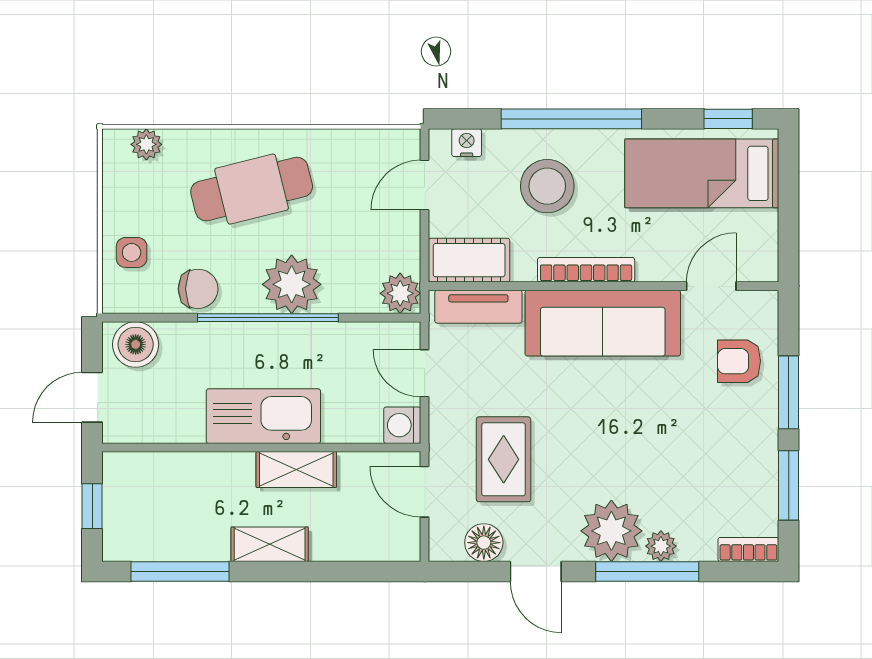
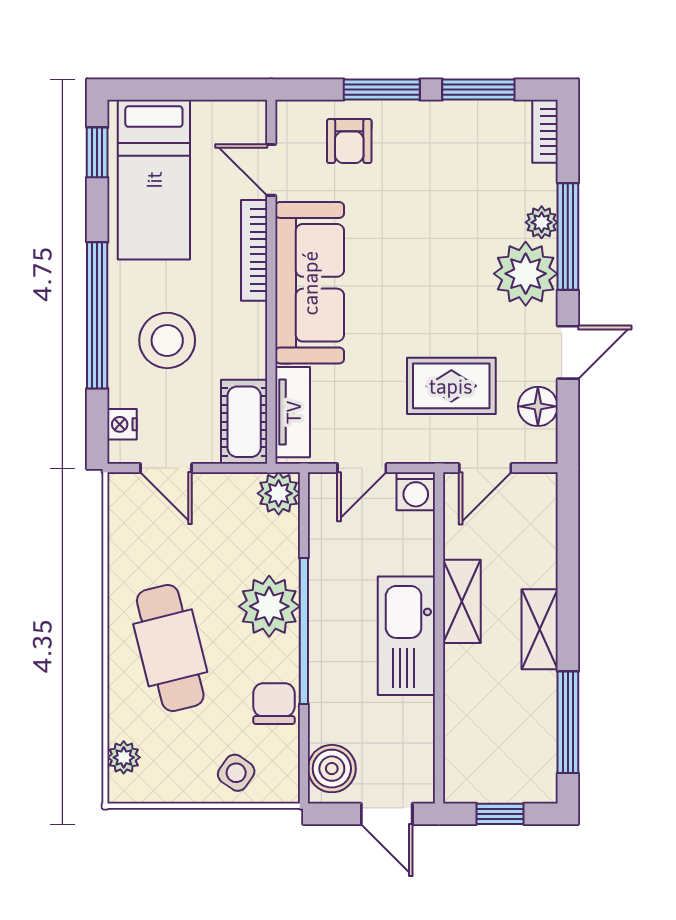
side table: (132, 252) -> (236, 773), turned 35
bookcase: (586, 270) -> (254, 250), moved

